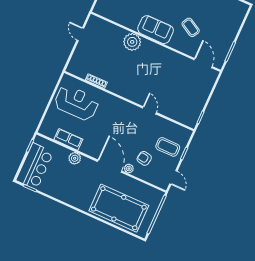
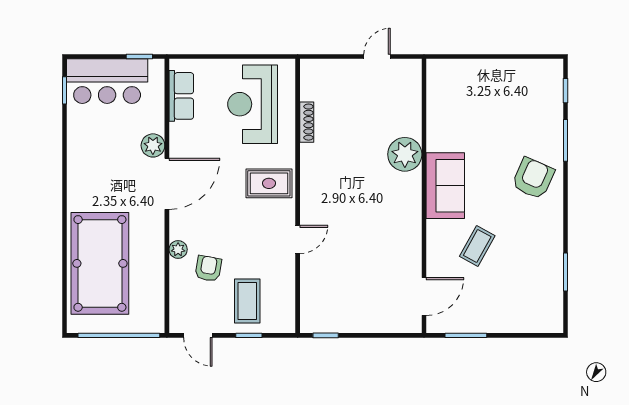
reception desk: (76, 103) -> (253, 104), turned 180
rug: (117, 112) -> (269, 183), added
row of seats: (68, 139) -> (181, 96), moved
door: (110, 166) -> (167, 184), moved
door: (173, 177) -> (198, 335), hinge flipped

